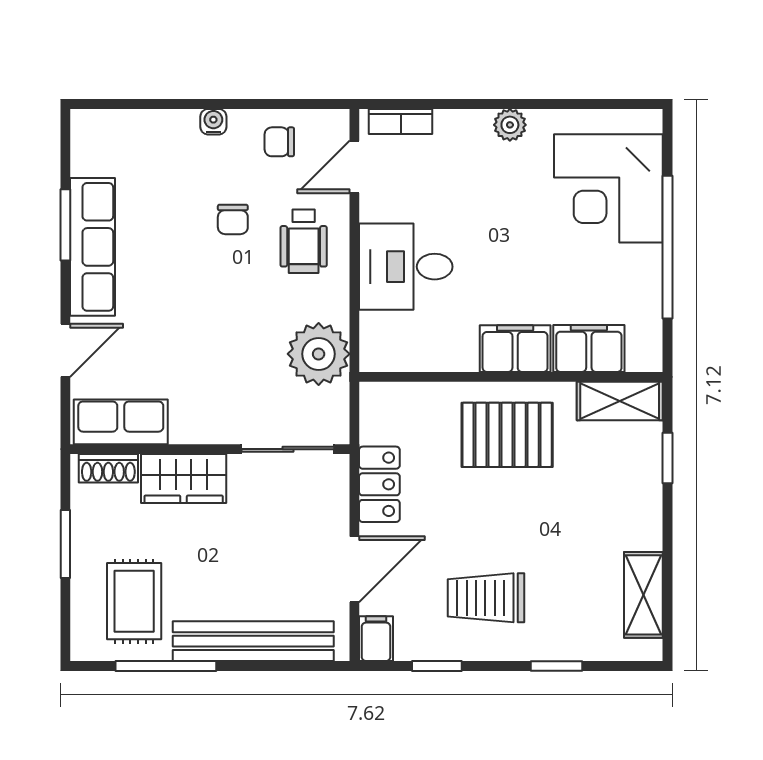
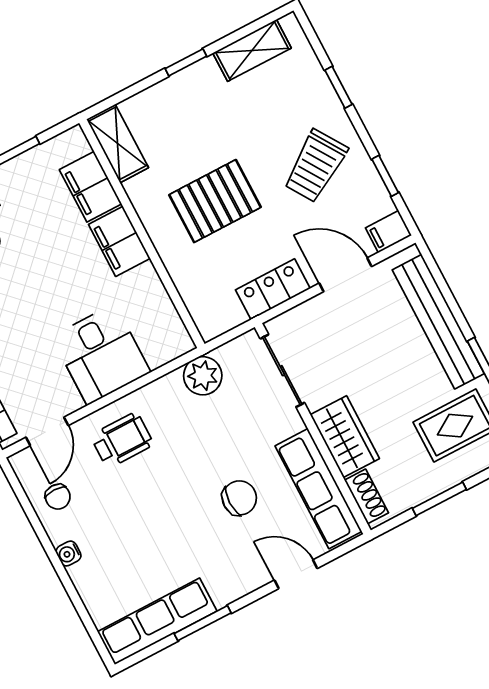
door: (354, 167) -> (47, 431), hinge flipped
chair: (233, 219) -> (239, 498), moved, width x1.37, depth x1.37
row of seats: (92, 247) -> (157, 621), moved
plant: (319, 354) -> (203, 376), width x0.73, depth x0.73
row of seats: (121, 422) -> (318, 489), width x1.48
pallet: (507, 435) -> (215, 201), moved, turned 90
window: (667, 458) -> (186, 62), moved
trolley: (486, 598) -> (315, 166), turned 57

